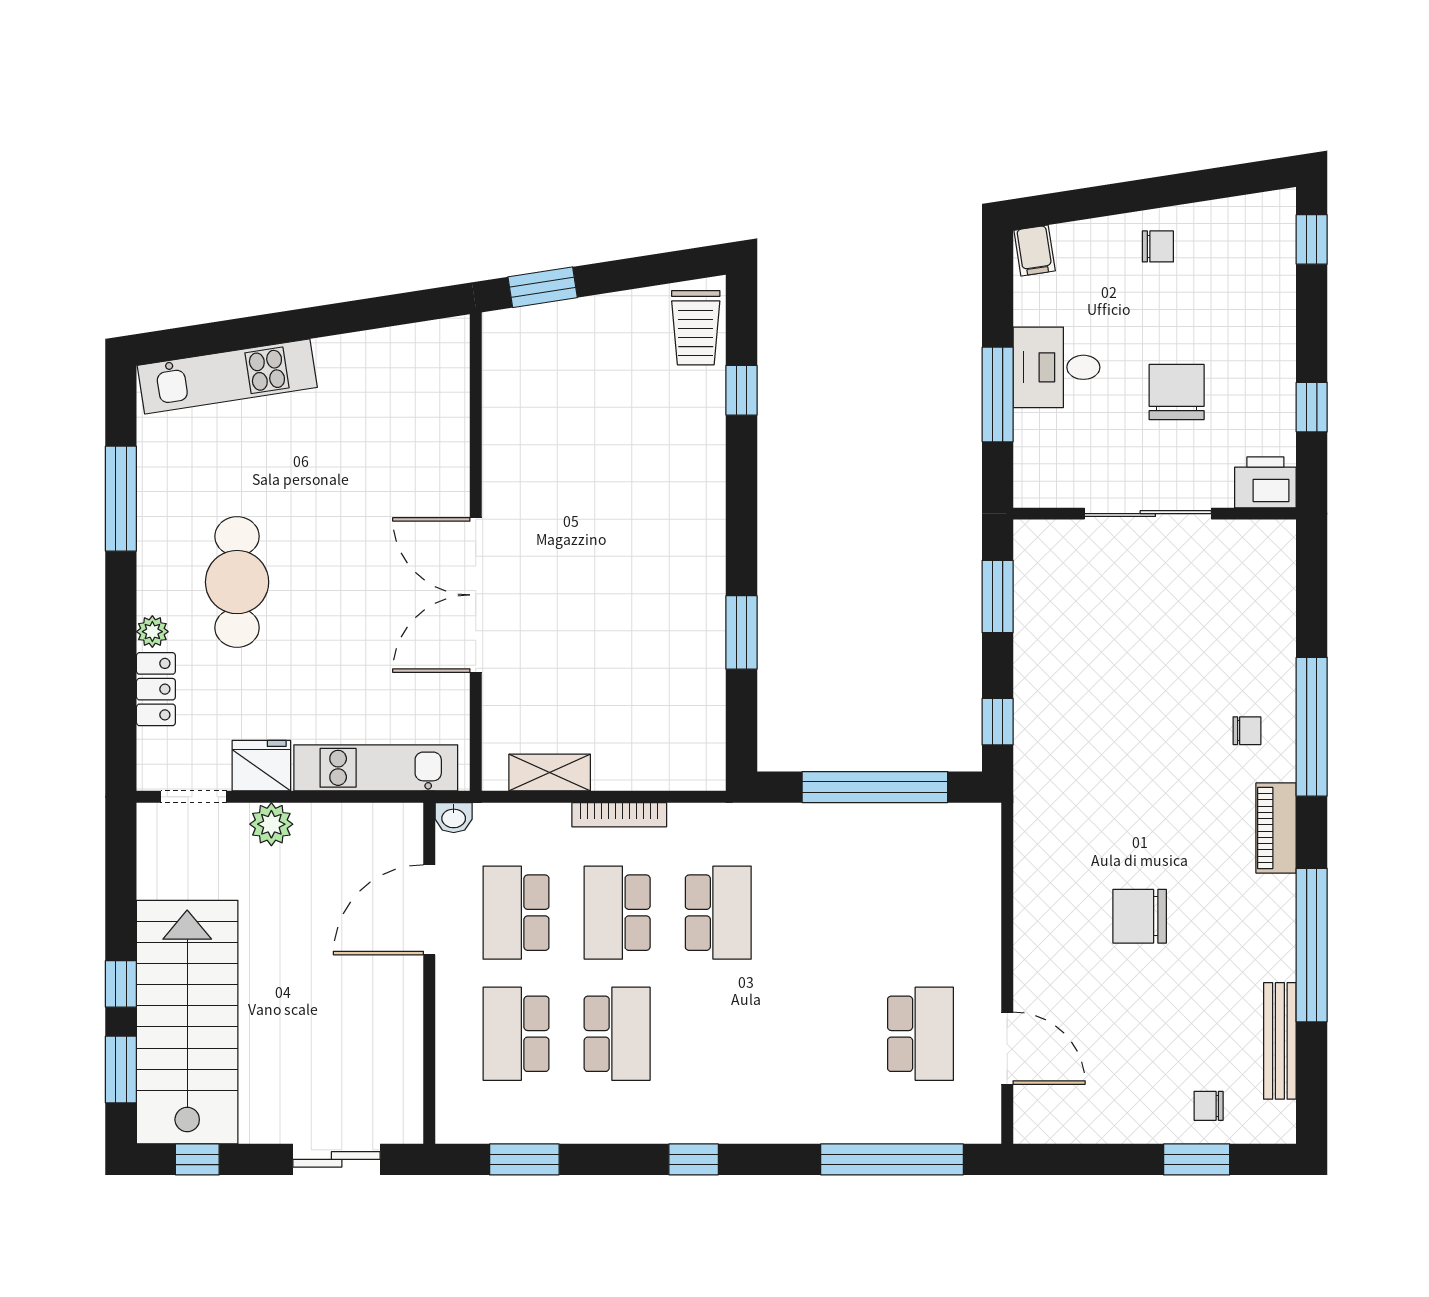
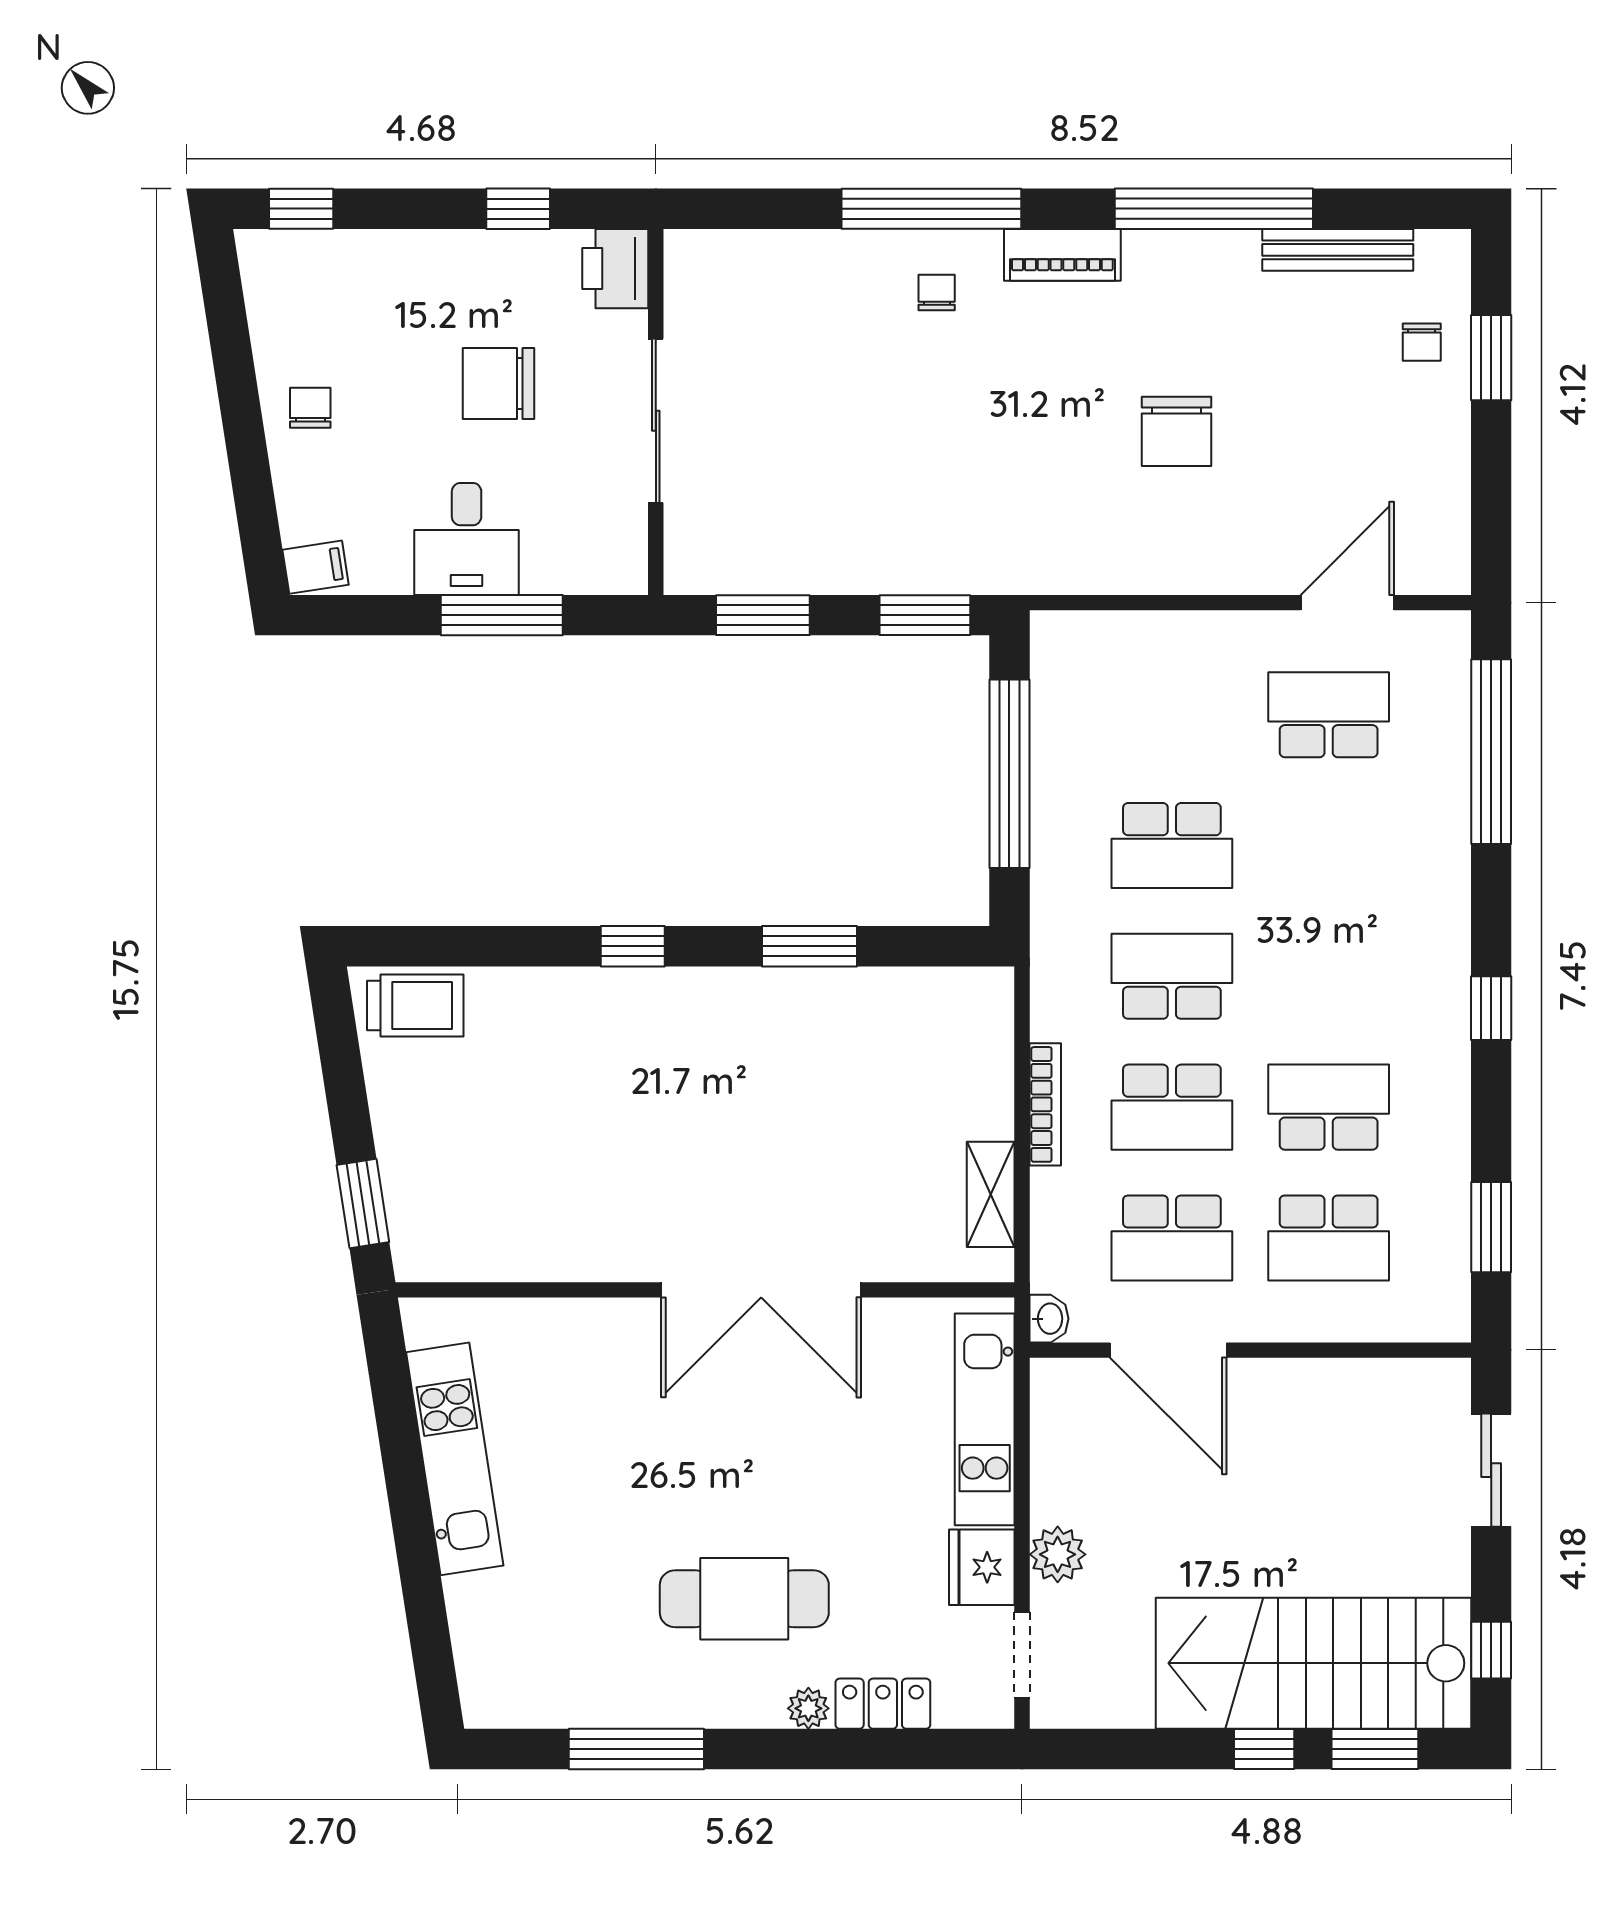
kitchen unit: (227, 376) -> (455, 1459), moved
window: (742, 390) -> (633, 946), moved
window: (998, 722) -> (925, 615), width x1.50
school desk: (819, 913) -> (1172, 846), added

